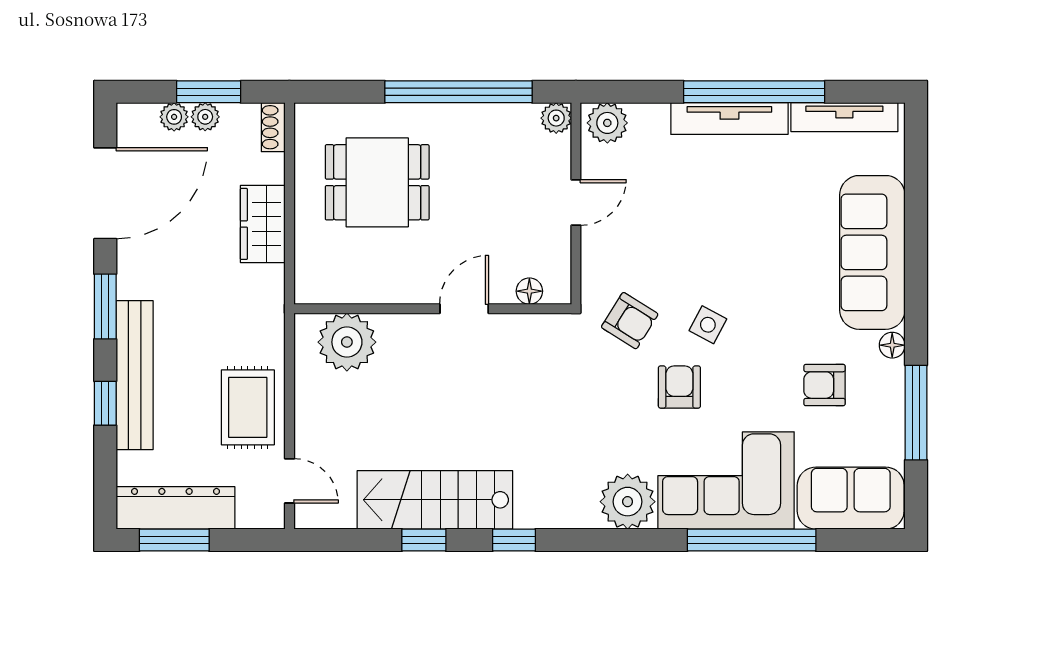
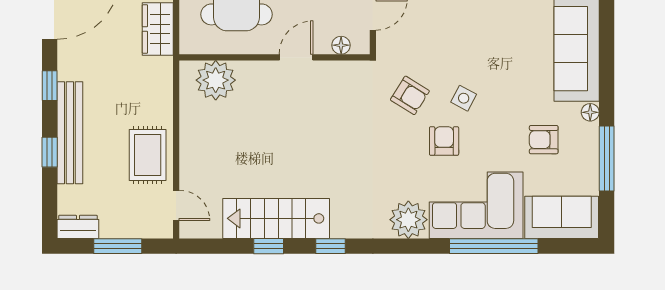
floor lamp: (529, 291) -> (341, 45), moved
window: (105, 306) -> (50, 86), width x0.67
wall: (433, 309) -> (275, 57), moved
door: (464, 309) -> (296, 57), moved
plant: (347, 342) -> (216, 80), moved
dresser: (176, 508) -> (78, 227), width x0.51, depth x0.80
window: (174, 540) -> (118, 246), moved

